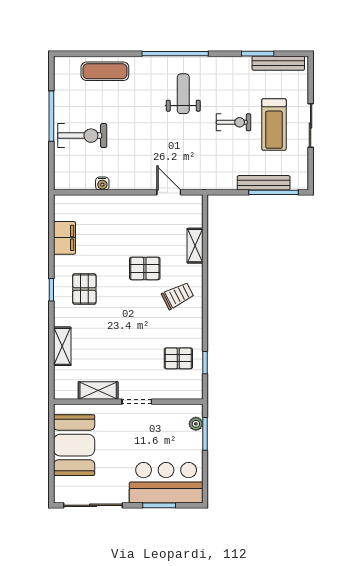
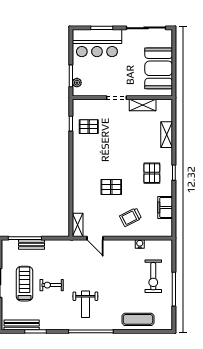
exercise bike: (82, 136) -> (153, 276), turned -90
bench: (264, 183) -> (31, 244), width x0.73
shelving: (195, 246) -> (78, 225), moved
trolley: (178, 296) -> (130, 217), moved

